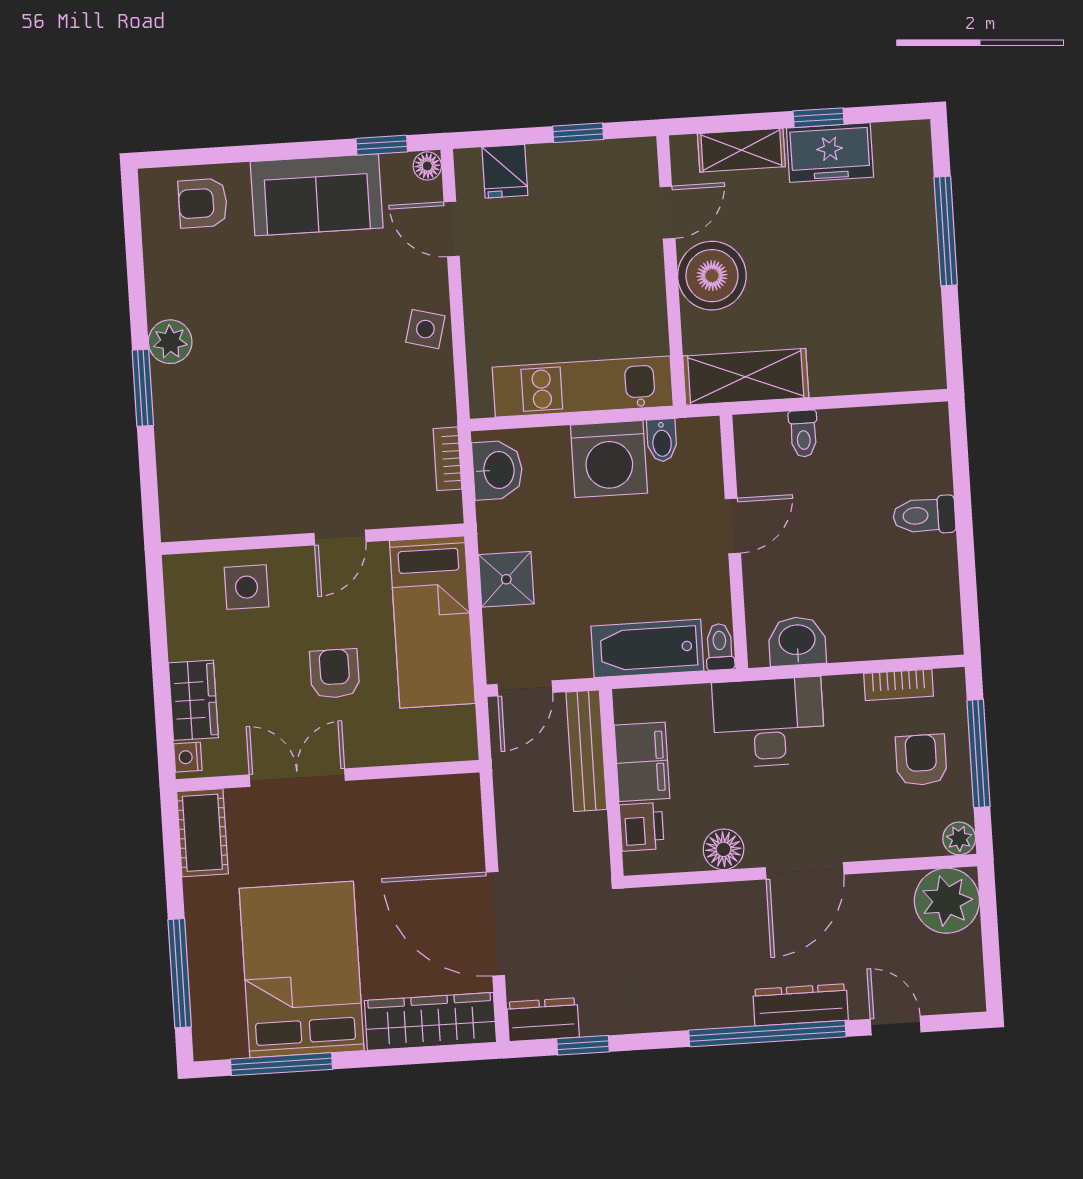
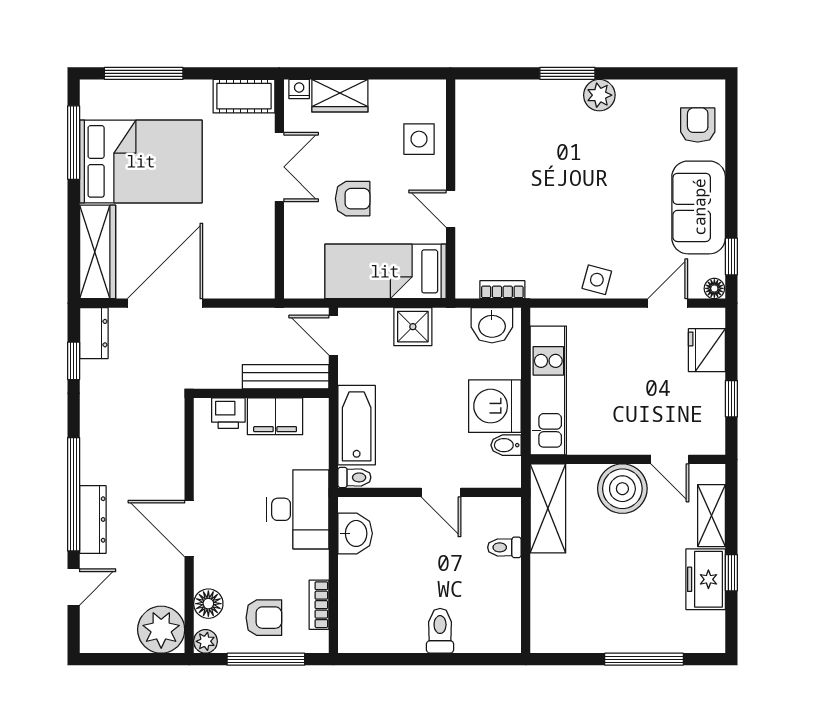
fridge: (505, 171) -> (707, 350), width x1.38
floor lamp: (724, 849) -> (208, 604), moved

